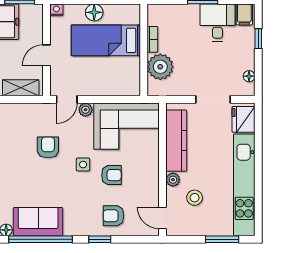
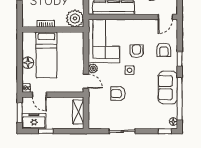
door: (47, 55) -> (39, 95), moved
plant: (160, 67) -> (75, 18), moved
plant: (173, 180) -> (140, 10), removed
sofa: (38, 222) -> (168, 88), moved

